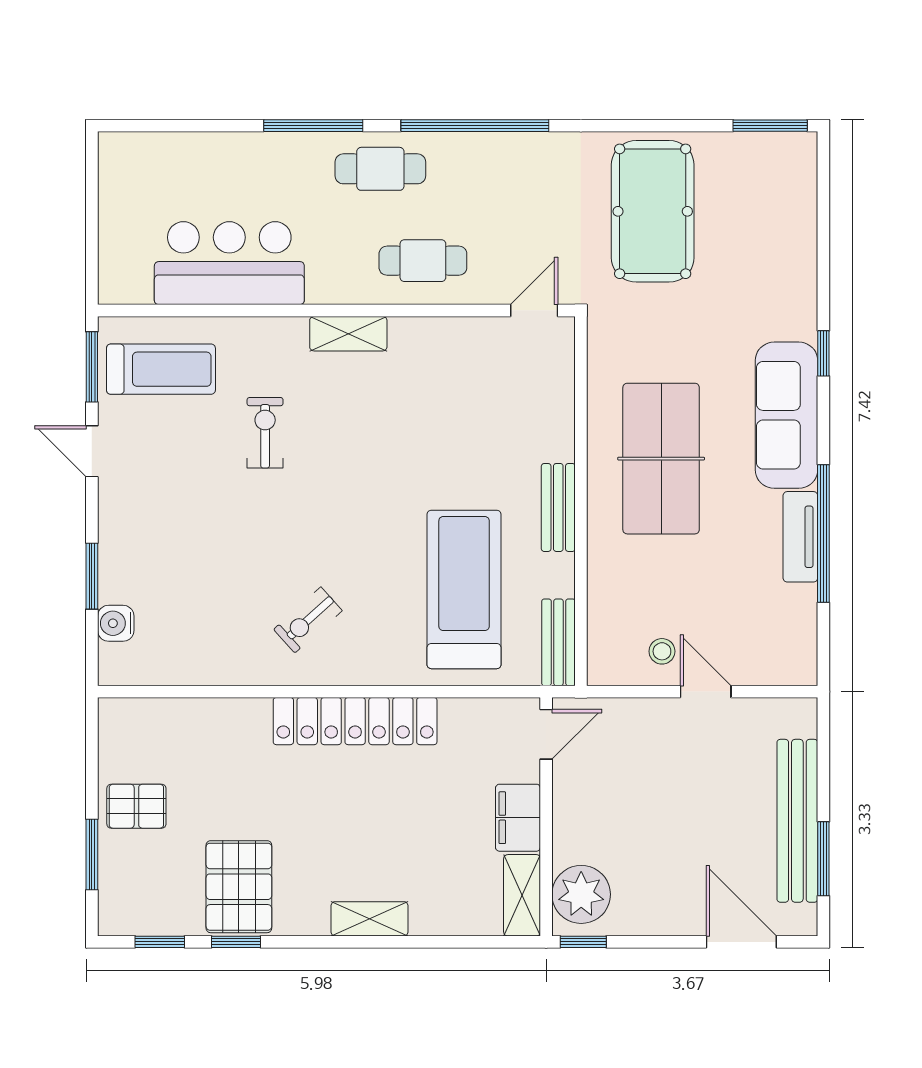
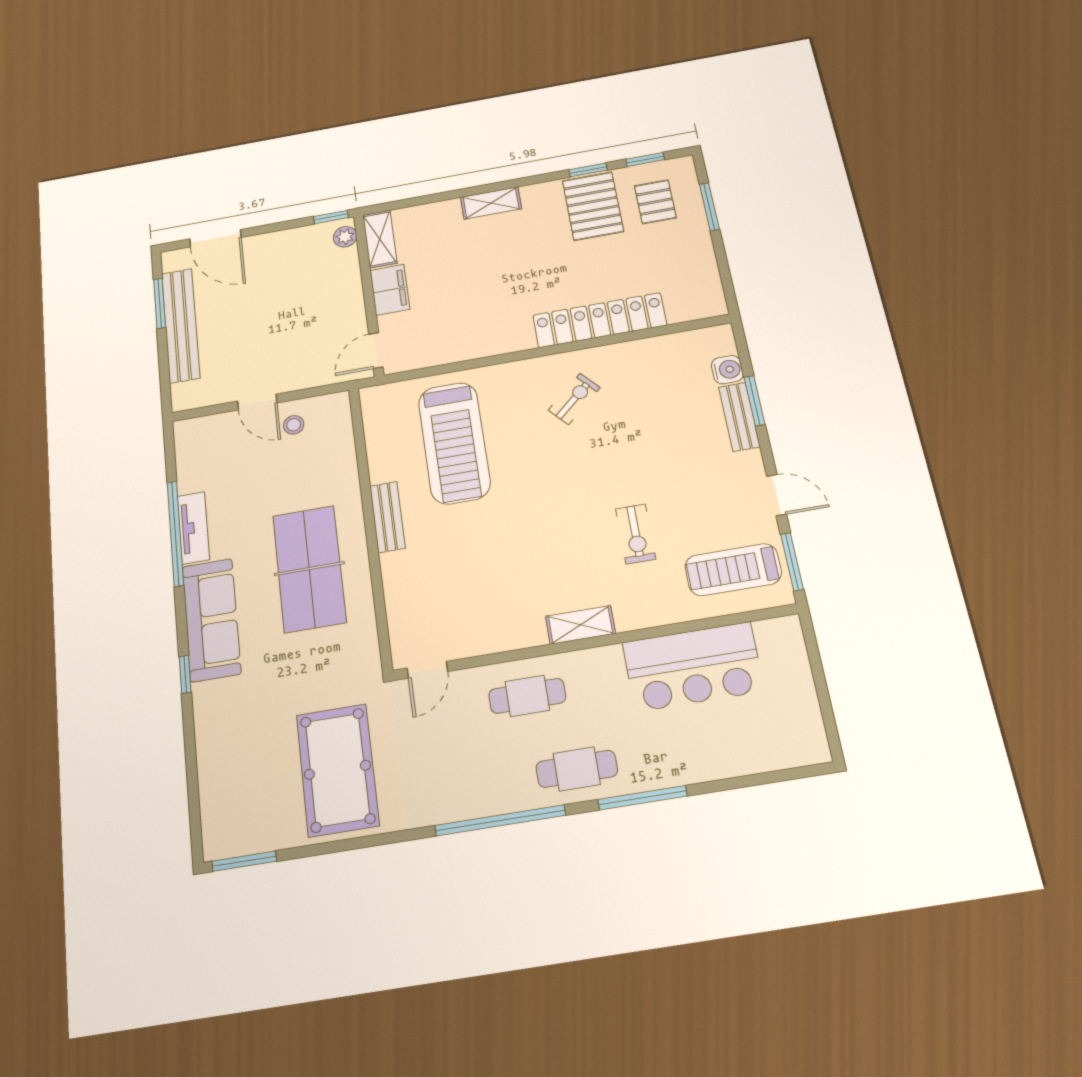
bench: (558, 642) -> (739, 417), moved
locker: (355, 721) -> (600, 320), moved
pallet: (136, 806) -> (655, 202), moved, turned 90
plant: (581, 894) -> (345, 237), width x0.53, depth x0.53

